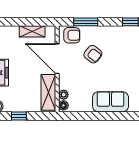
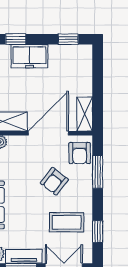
shelving: (32, 31) -> (85, 114), moved
coffee table: (124, 45) -> (67, 222), added

